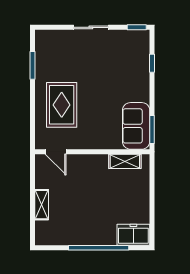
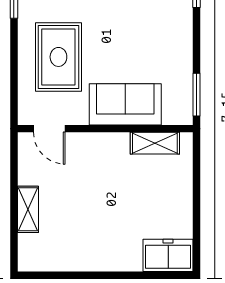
sofa: (136, 126) -> (125, 104), moved, turned 90
window: (99, 248) -> (115, 275), removed

